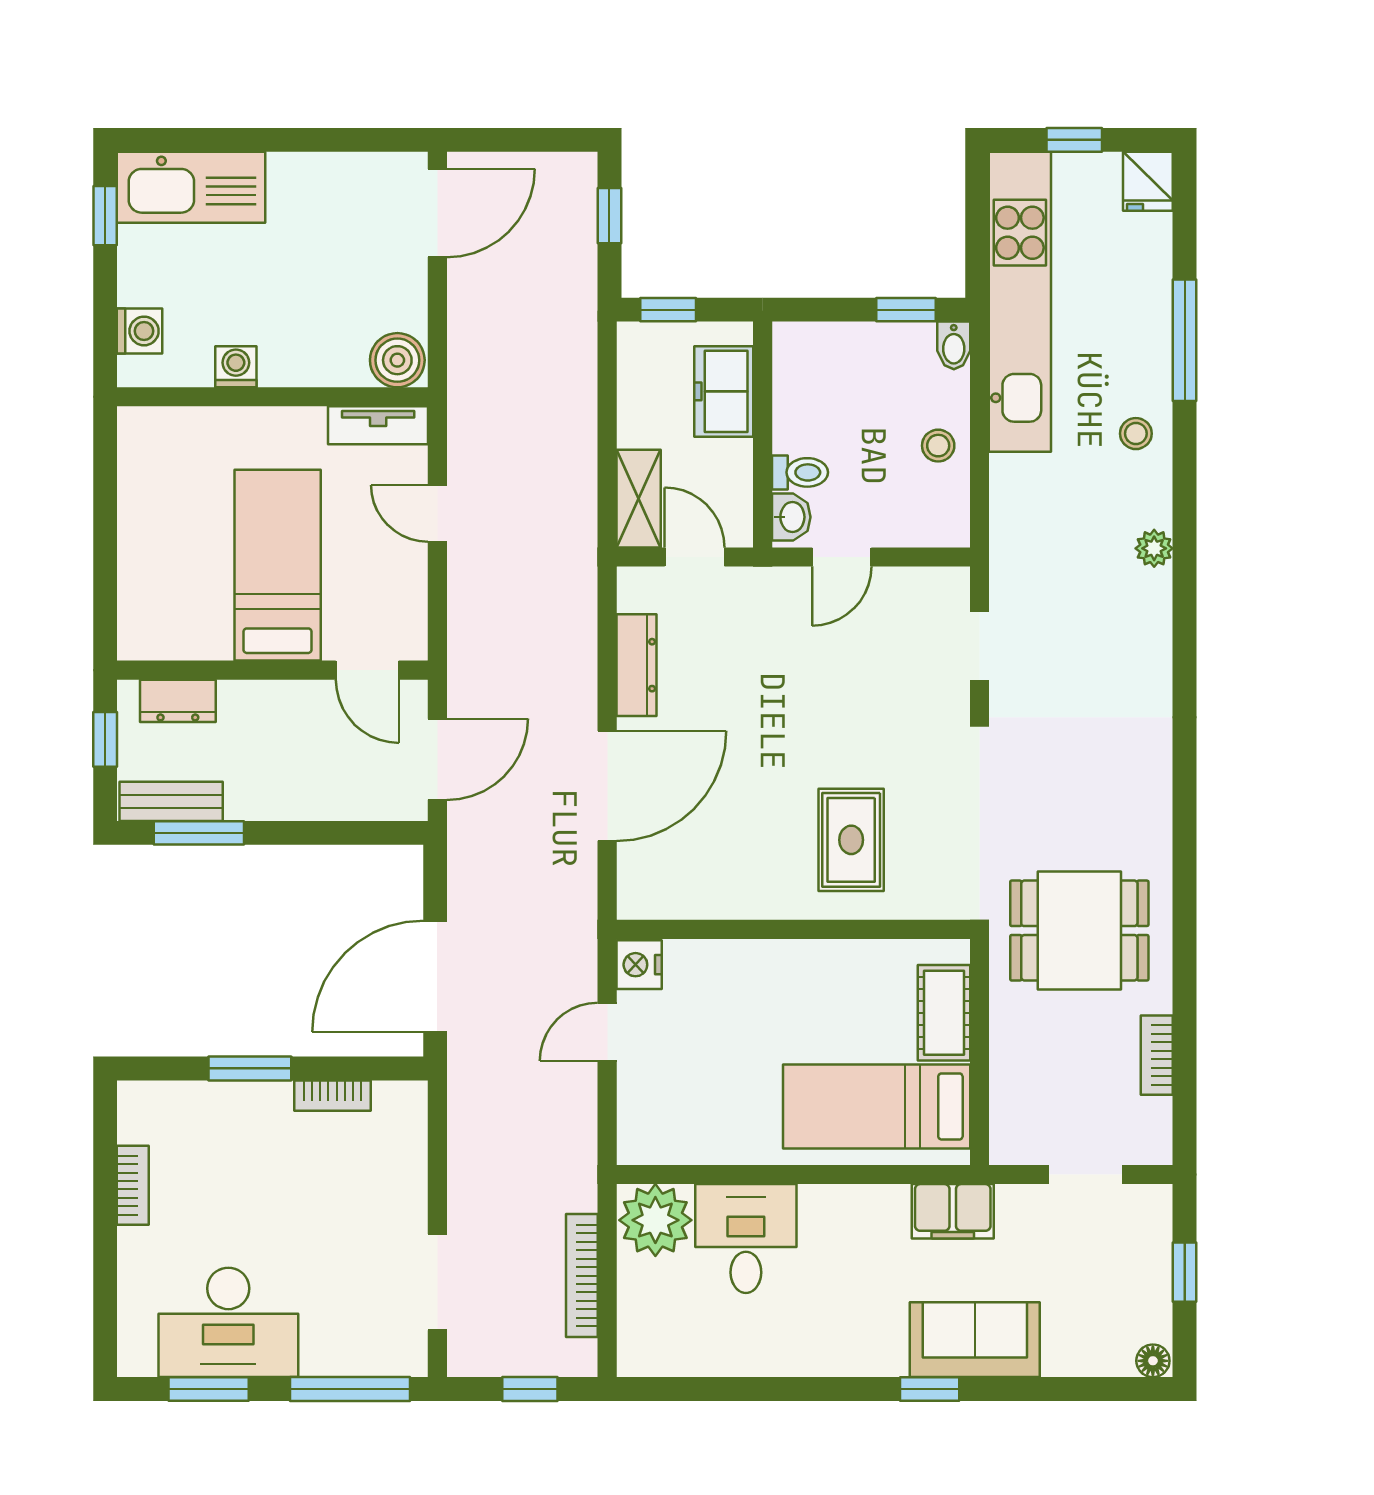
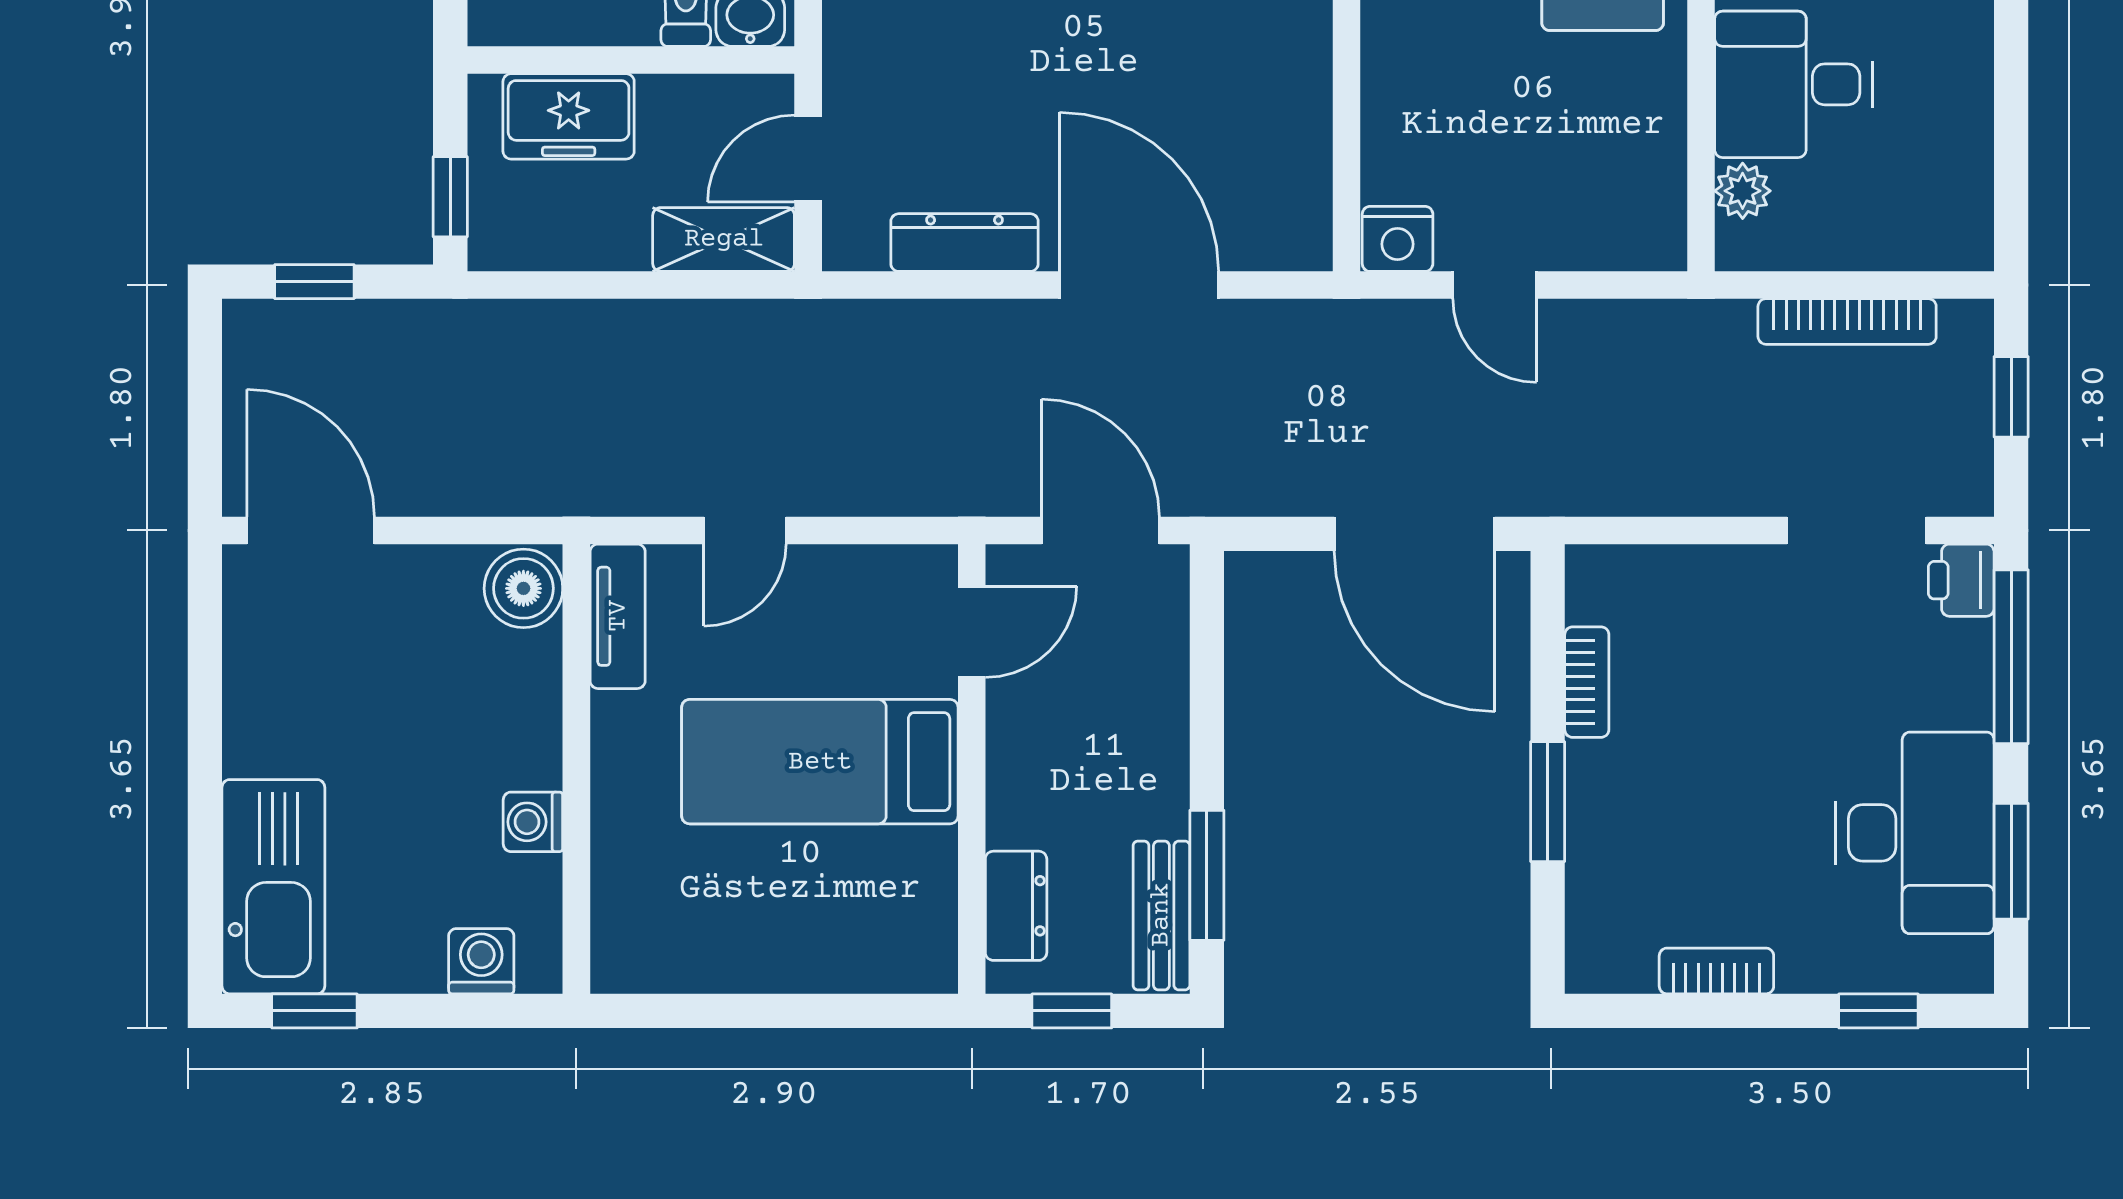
plant: (655, 1220) -> (1743, 191), width x0.53, depth x0.53
window: (105, 1297) -> (1878, 1011), added
printer: (403, 1354) -> (1961, 580), added

